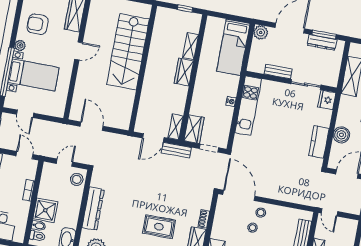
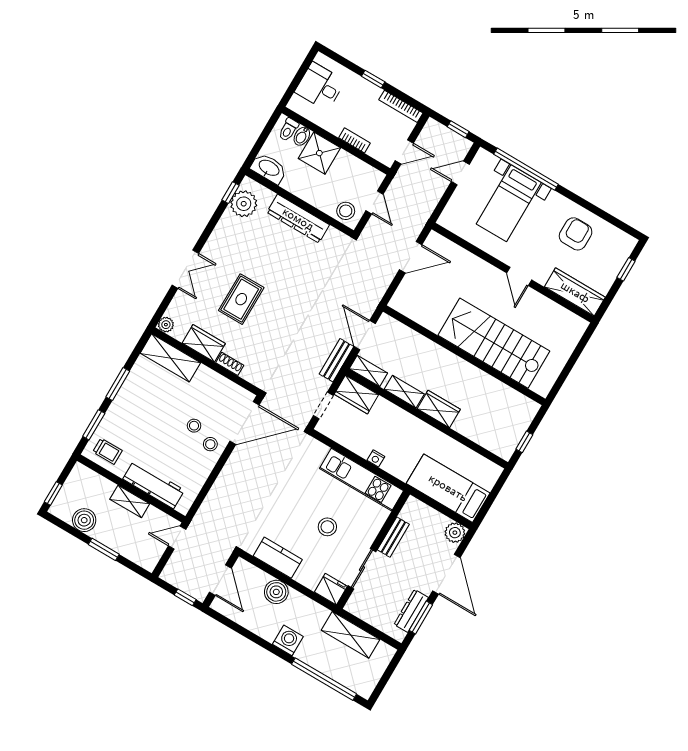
plant: (20, 45) -> (555, 200), removed
shelving: (191, 46) -> (404, 392), moved
stool: (287, 117) -> (327, 527), added

